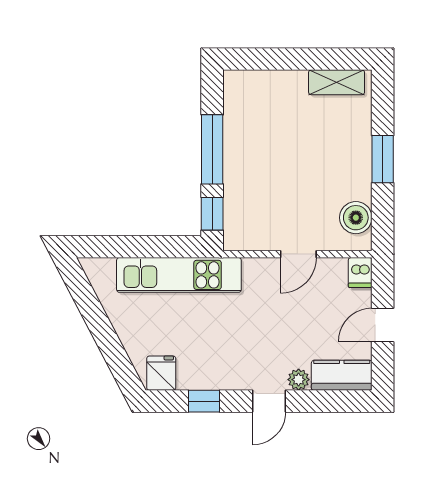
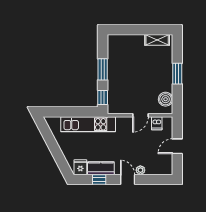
window: (212, 149) -> (103, 69), width x0.69
dishwasher: (360, 273) -> (157, 123), moved
kitchen counter: (342, 375) -> (101, 168), moved
door: (269, 401) -> (128, 180), swing flipped

